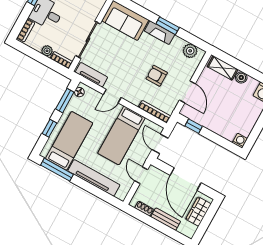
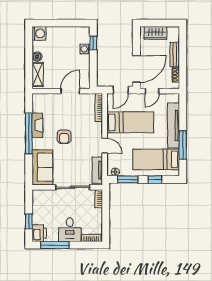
window: (168, 26) -> (29, 133), width x2.11
fireplace: (160, 33) -> (37, 125), moved
plant: (47, 51) -> (98, 213), removed
plant: (190, 51) -> (38, 106), removed
armchair: (157, 76) -> (64, 137), moved
window: (194, 126) -> (93, 43), moved
washing machine: (240, 141) -> (85, 49), moved
window: (57, 170) -> (183, 145), moved
door: (186, 179) -> (136, 69), moved

